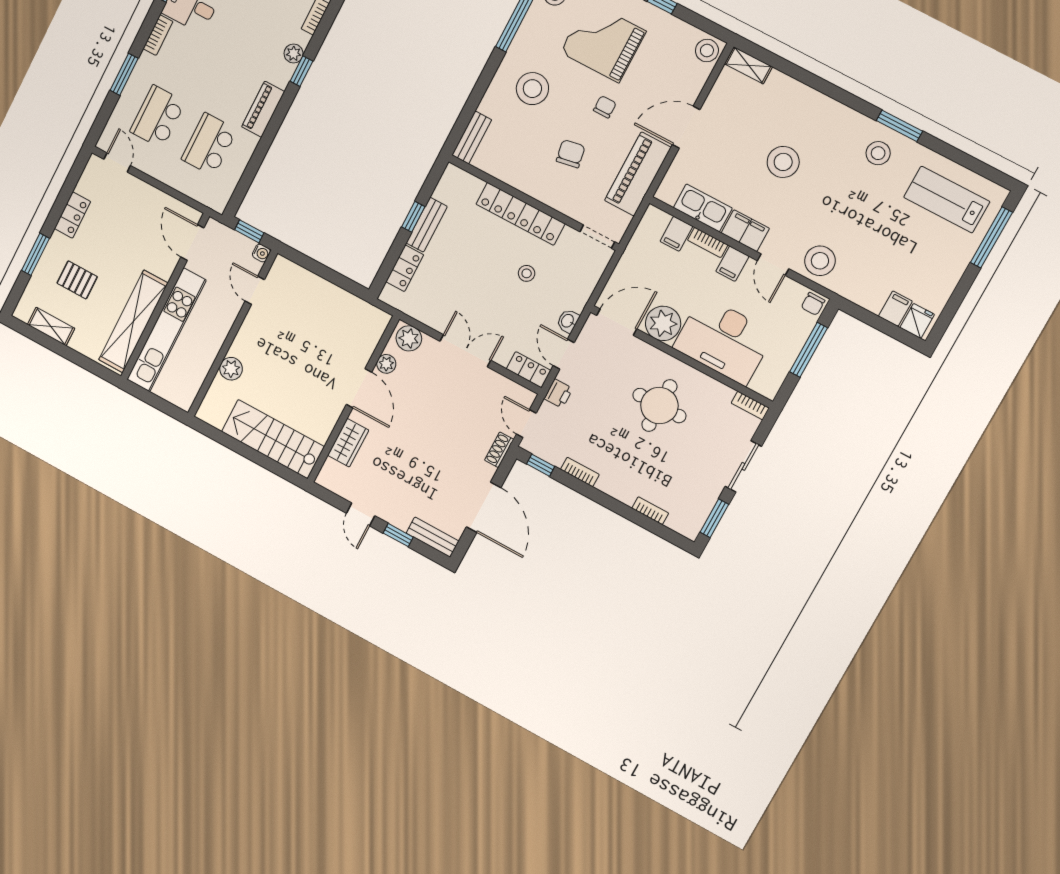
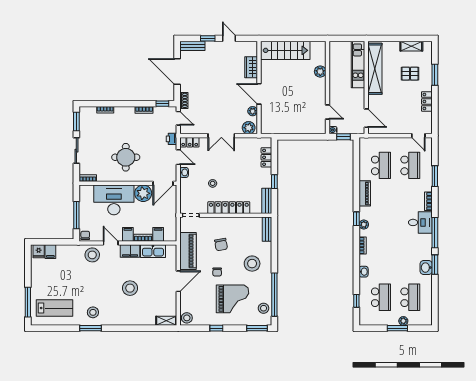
bench: (427, 225) -> (267, 201), moved
kitchen unit: (166, 330) -> (358, 65), width x0.73

